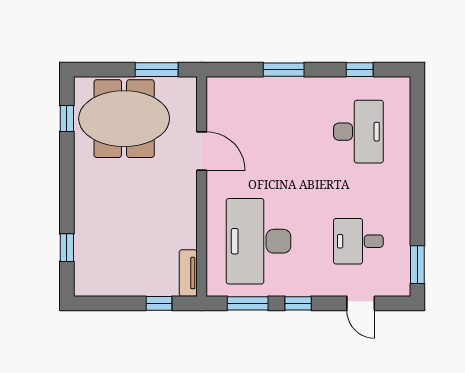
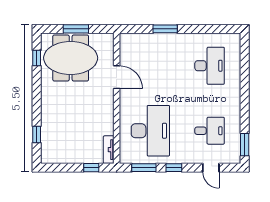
window: (157, 70) -> (76, 29), moved
window: (360, 70) -> (210, 29), removed
desk: (259, 241) -> (150, 131), turned 180
desk: (358, 241) -> (210, 131), turned 180

